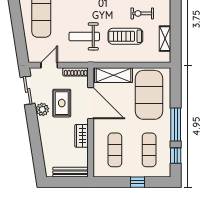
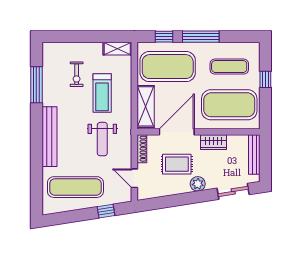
shelving: (165, 39) -> (117, 49), moved
window: (20, 40) -> (106, 211), added
sliding door: (28, 90) -> (233, 191), moved
plant: (42, 109) -> (198, 184), moved
exercise mat: (115, 150) -> (229, 105), width x2.00, depth x1.45
window: (176, 156) -> (164, 37), moved

